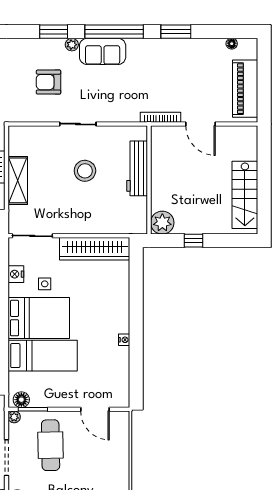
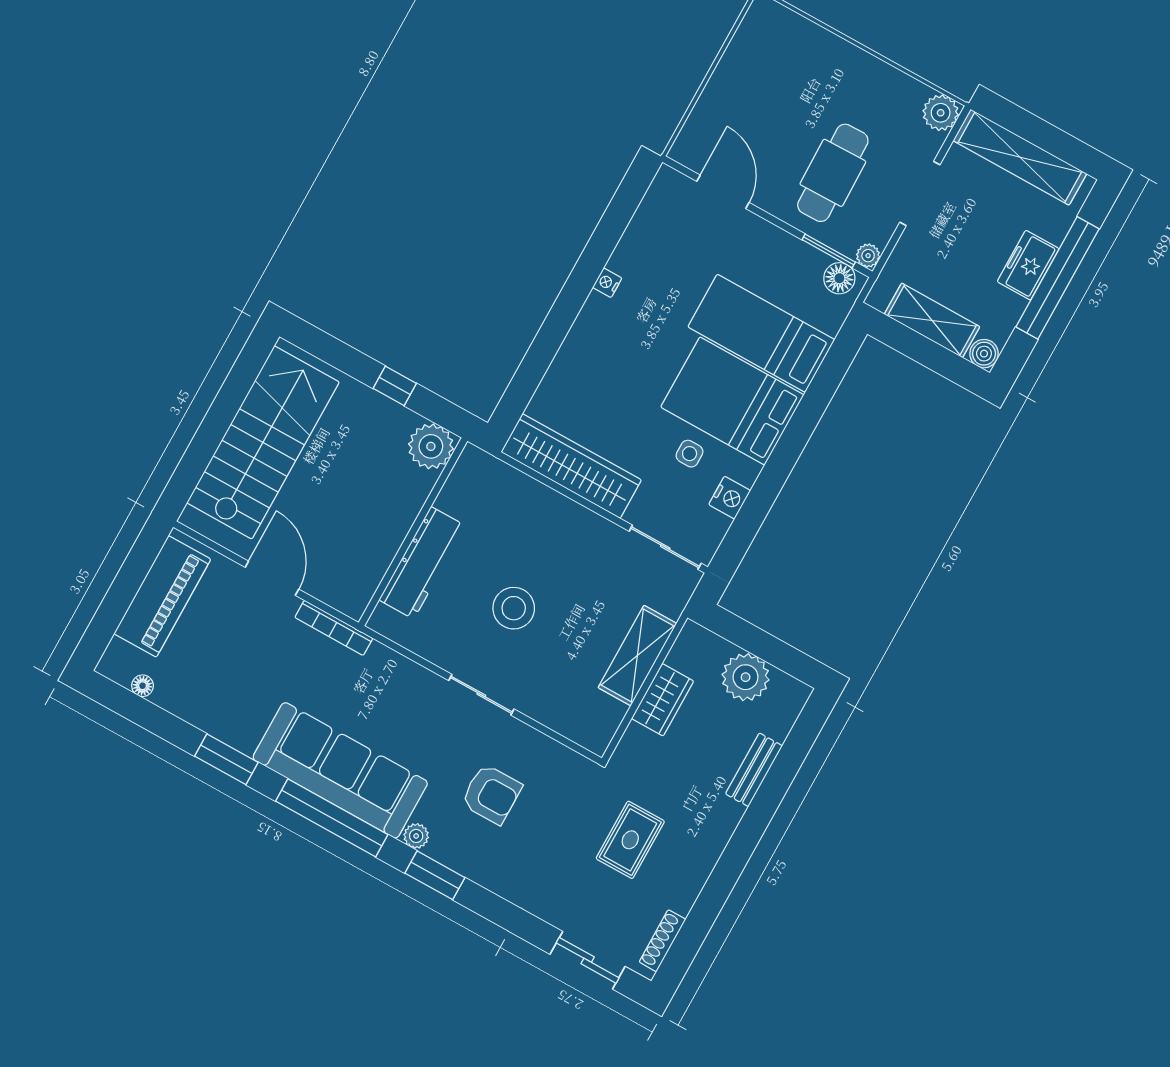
sofa: (103, 51) -> (340, 770), width x1.85, depth x1.27
stairs: (245, 195) -> (263, 442), width x1.36, depth x1.51

